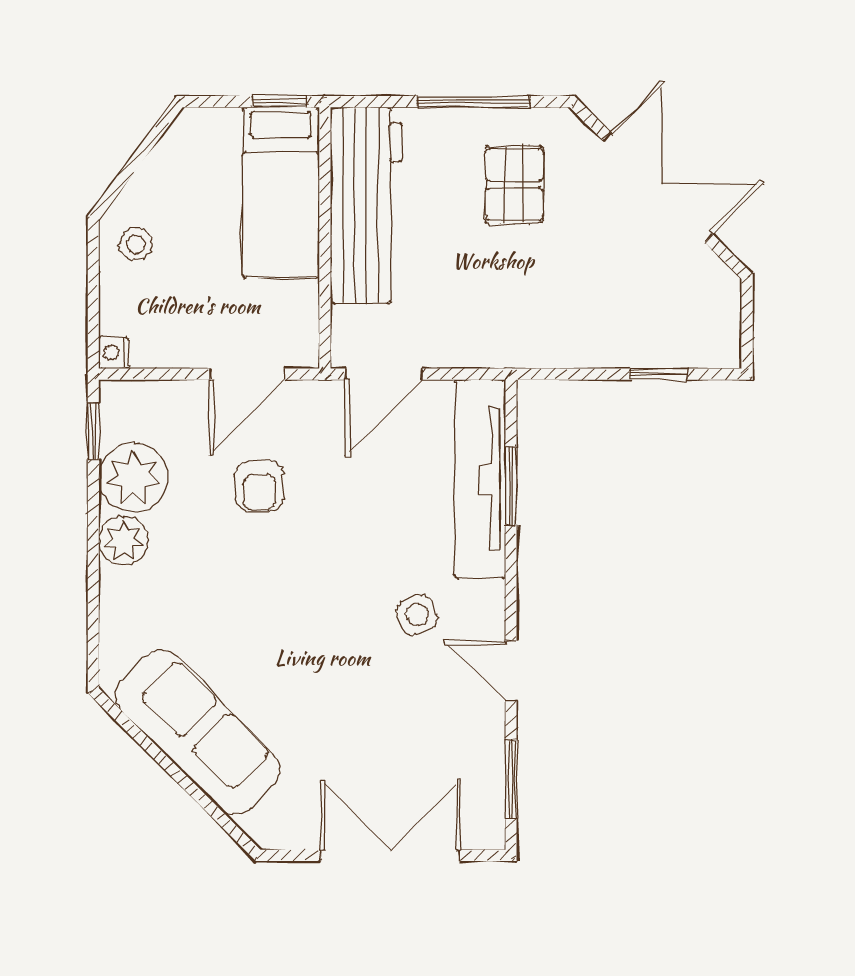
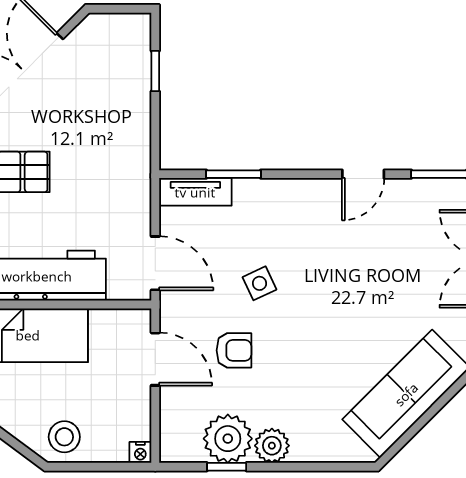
stool: (136, 244) -> (64, 437), width x1.37, depth x1.37
window: (93, 432) -> (227, 467), moved
tv unit: (480, 479) -> (195, 192), width x0.52, depth x0.78
side table: (417, 615) -> (259, 283), moved

